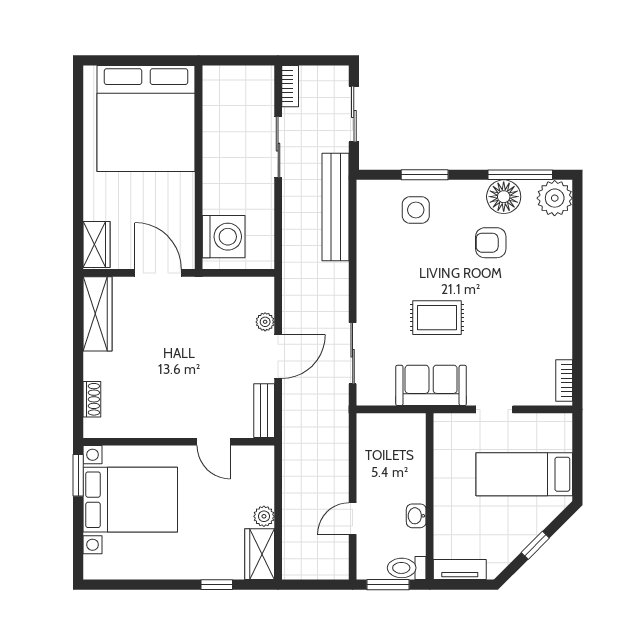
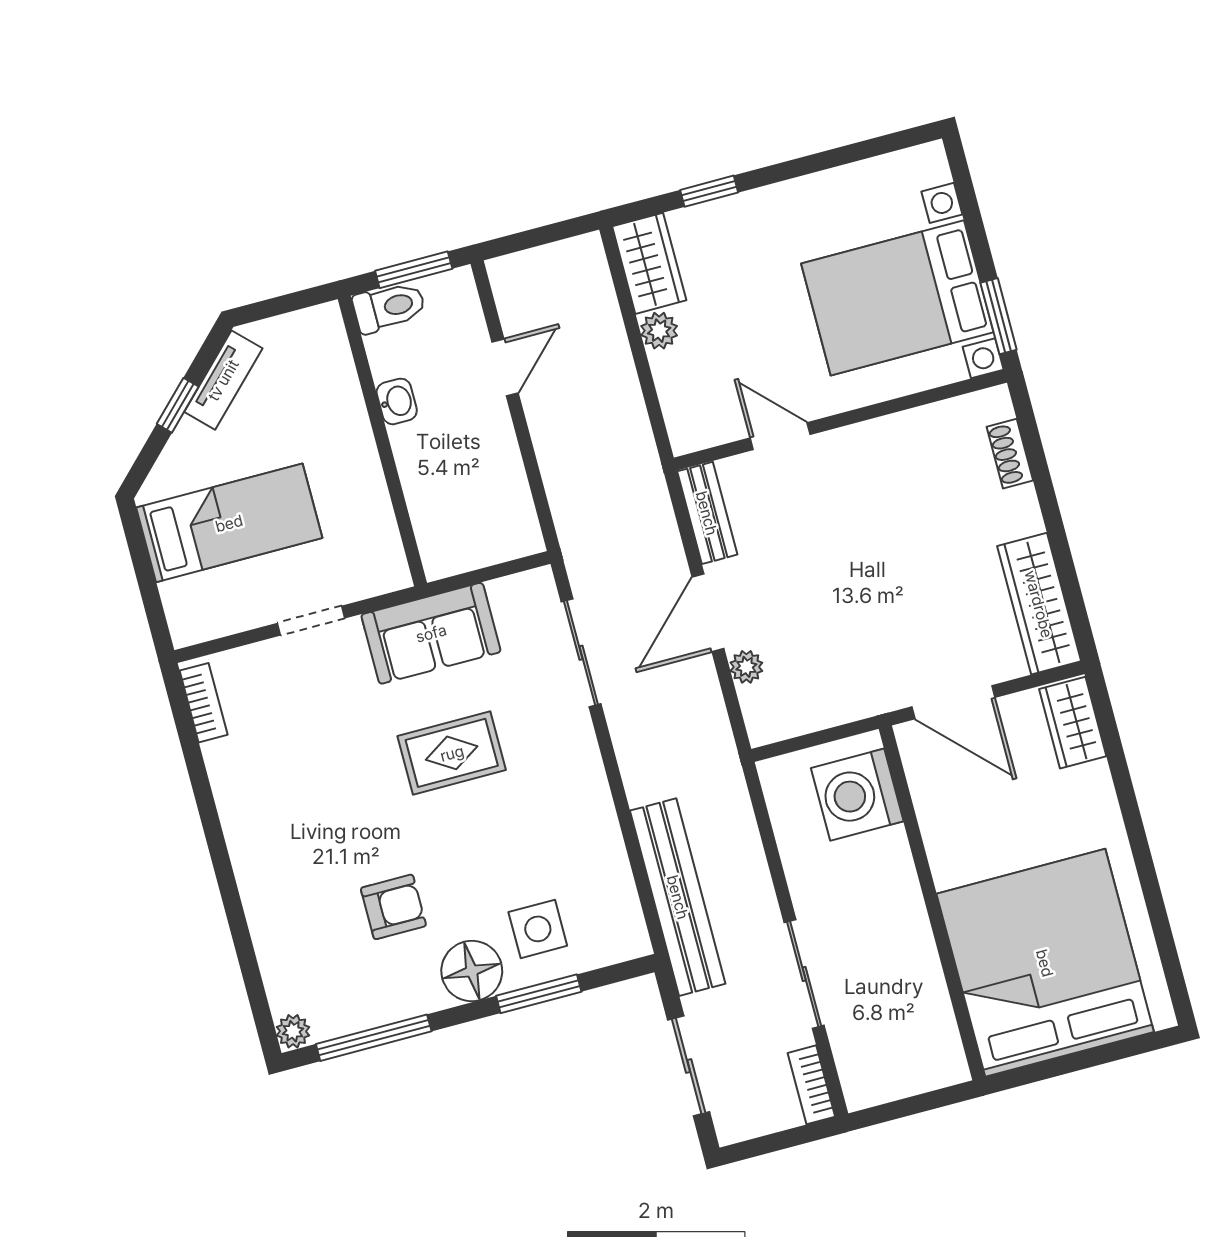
floor lamp: (504, 197) -> (472, 971), moved
plant: (555, 198) -> (293, 1031), width x0.53, depth x0.53
tv unit: (460, 570) -> (223, 380), moved, turned -45

